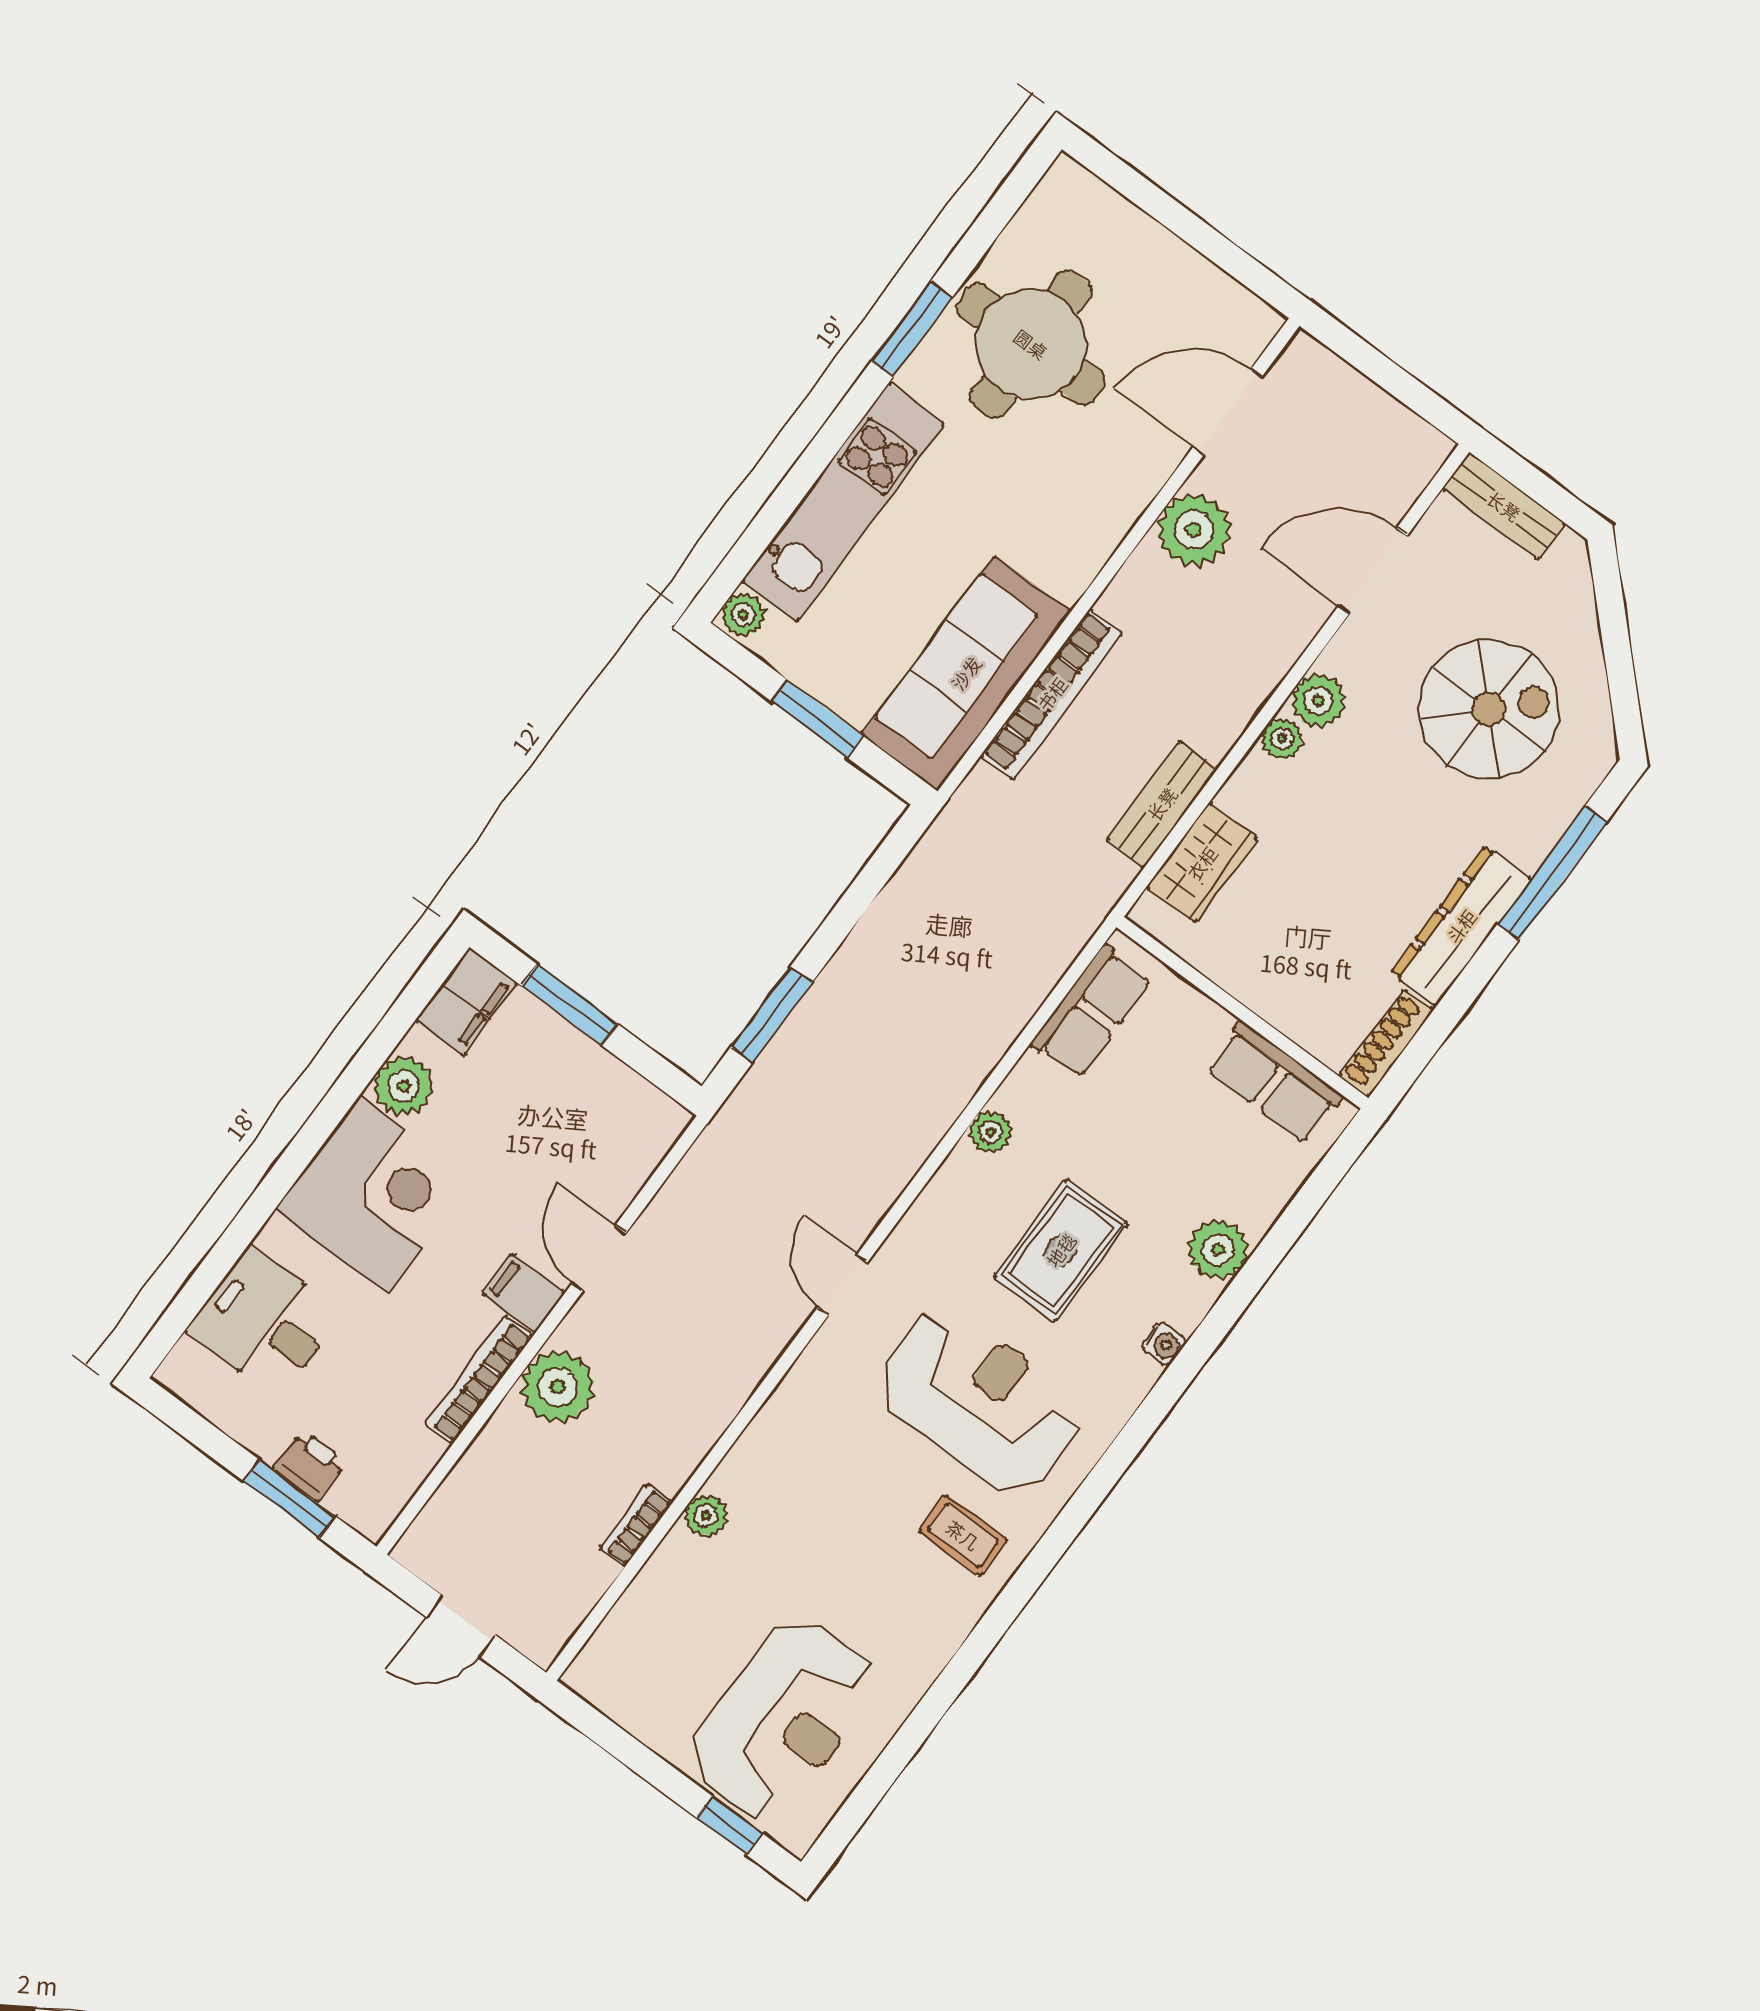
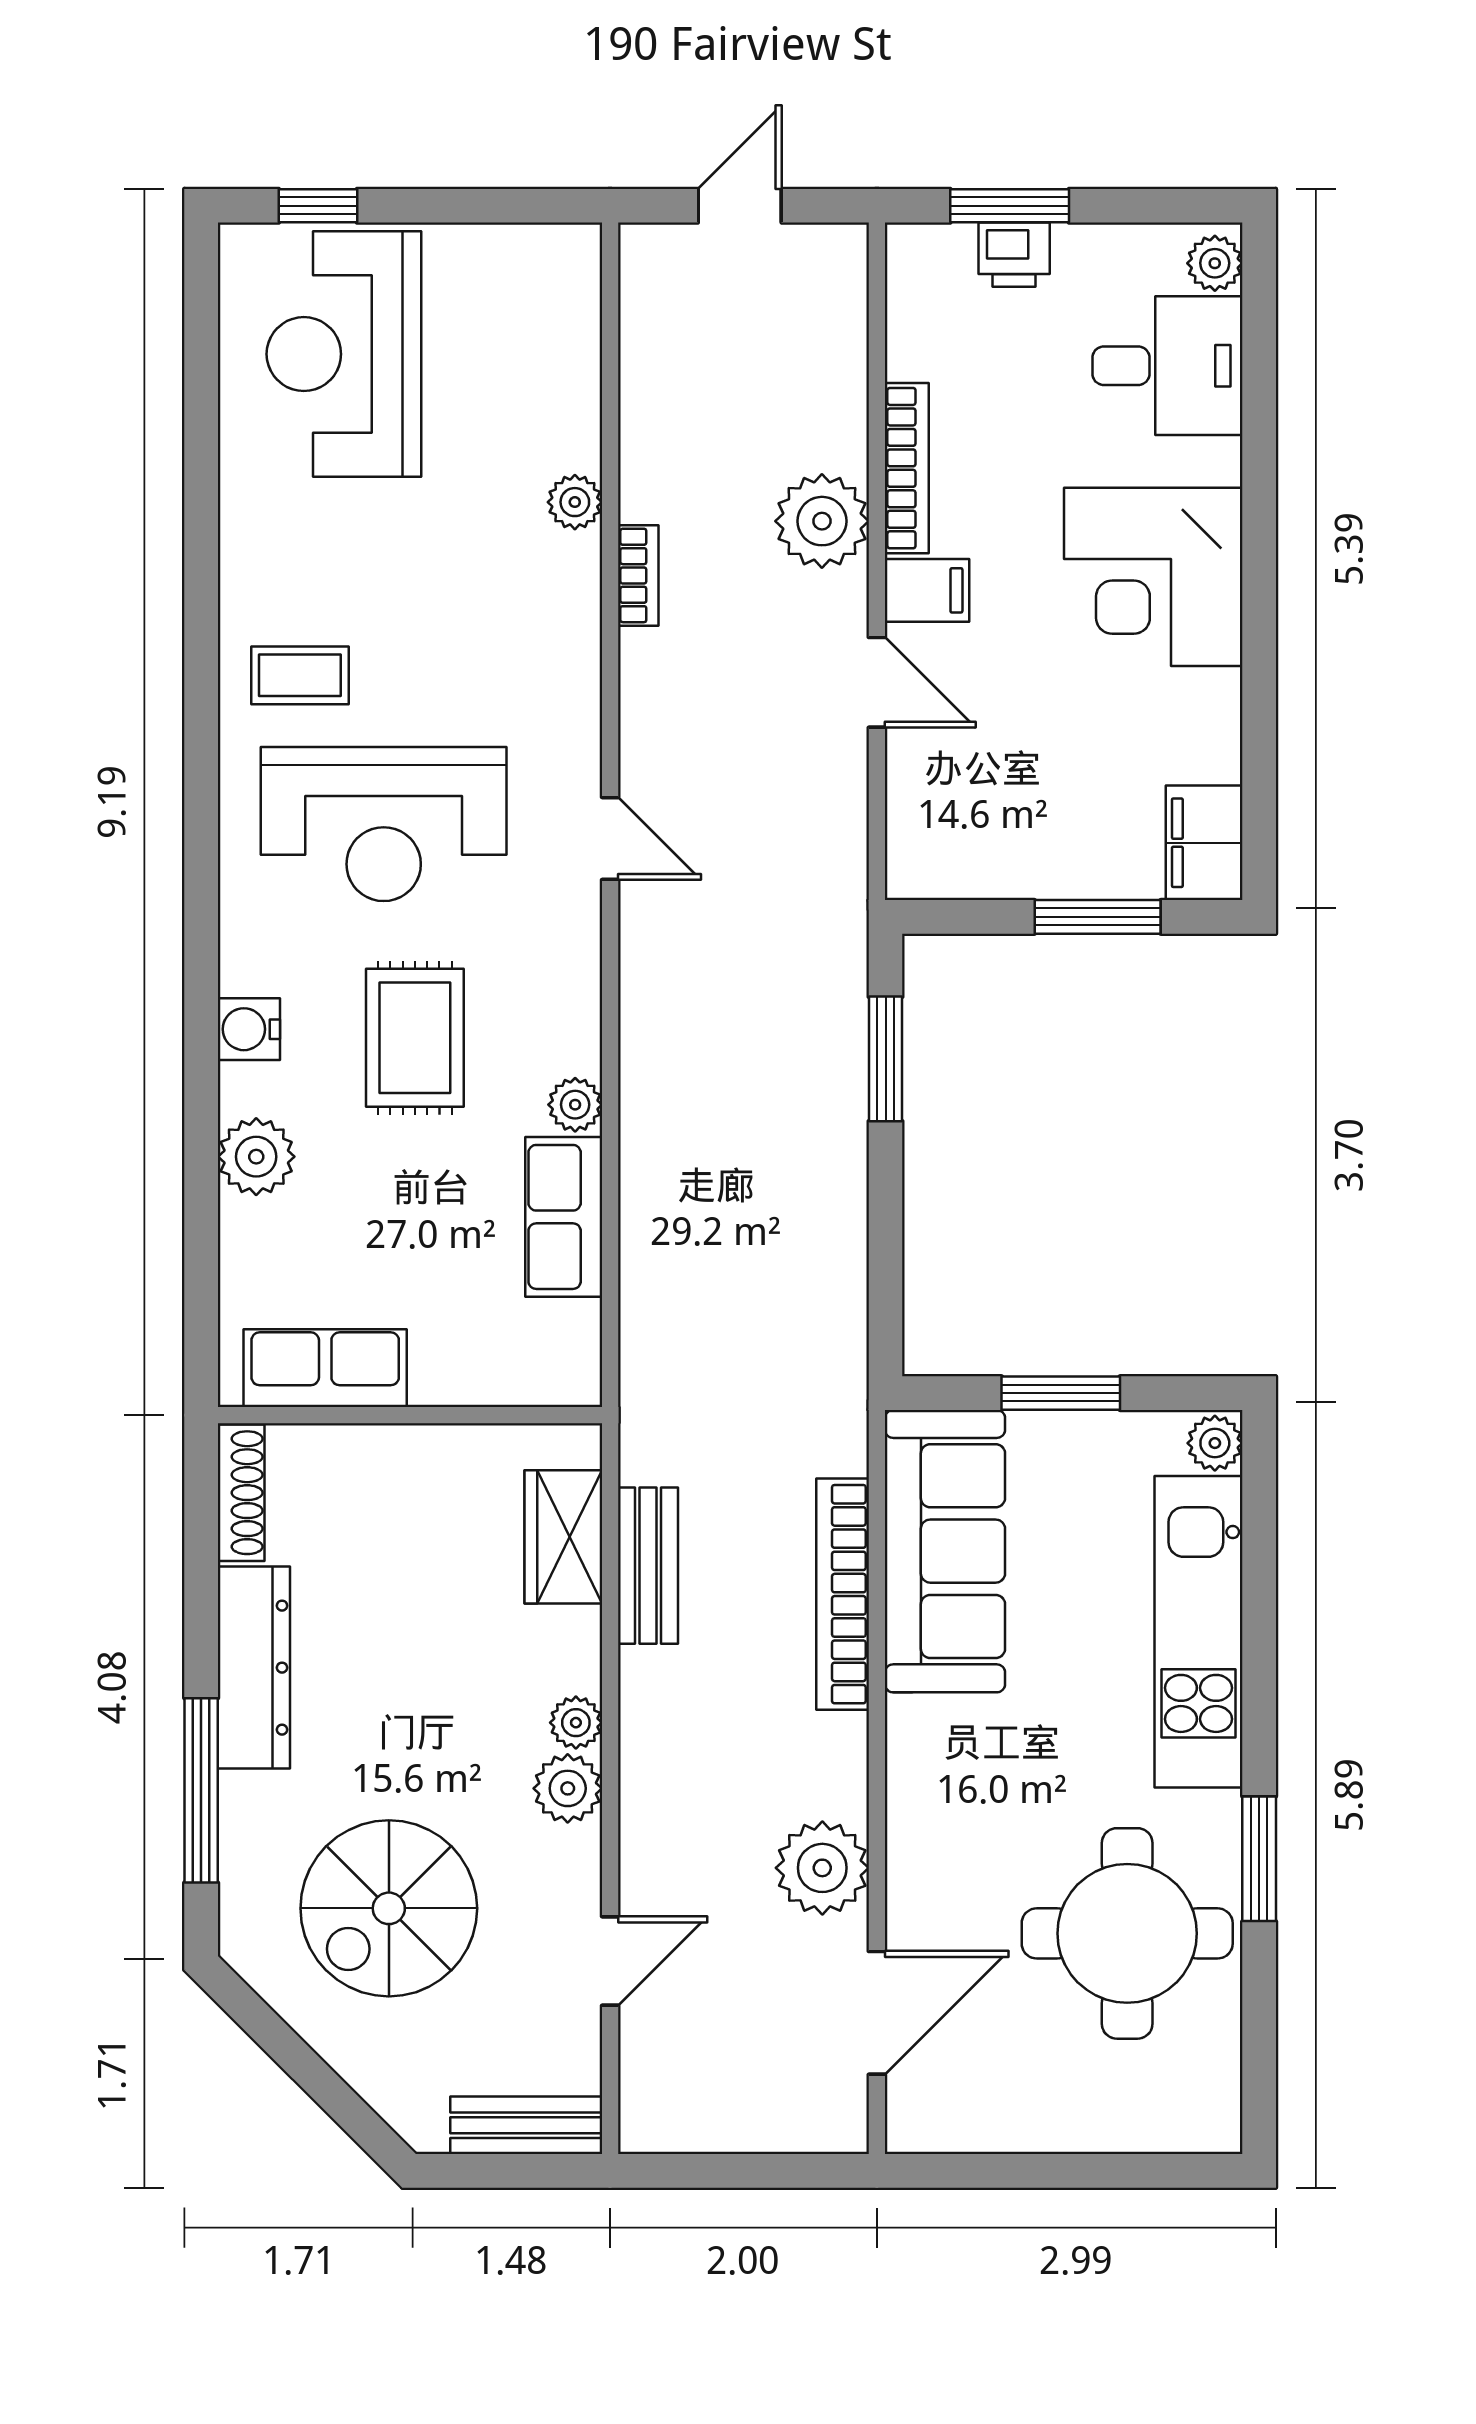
door: (1373, 571) -> (610, 1961), width x0.73
row of seats: (1091, 1012) -> (564, 1217), moved
plant: (403, 1086) -> (1215, 263), moved, width x0.73, depth x0.73
water cooler: (1164, 1344) -> (249, 1029), width x1.38, depth x1.38
bookcase: (636, 1525) -> (638, 575), moved

